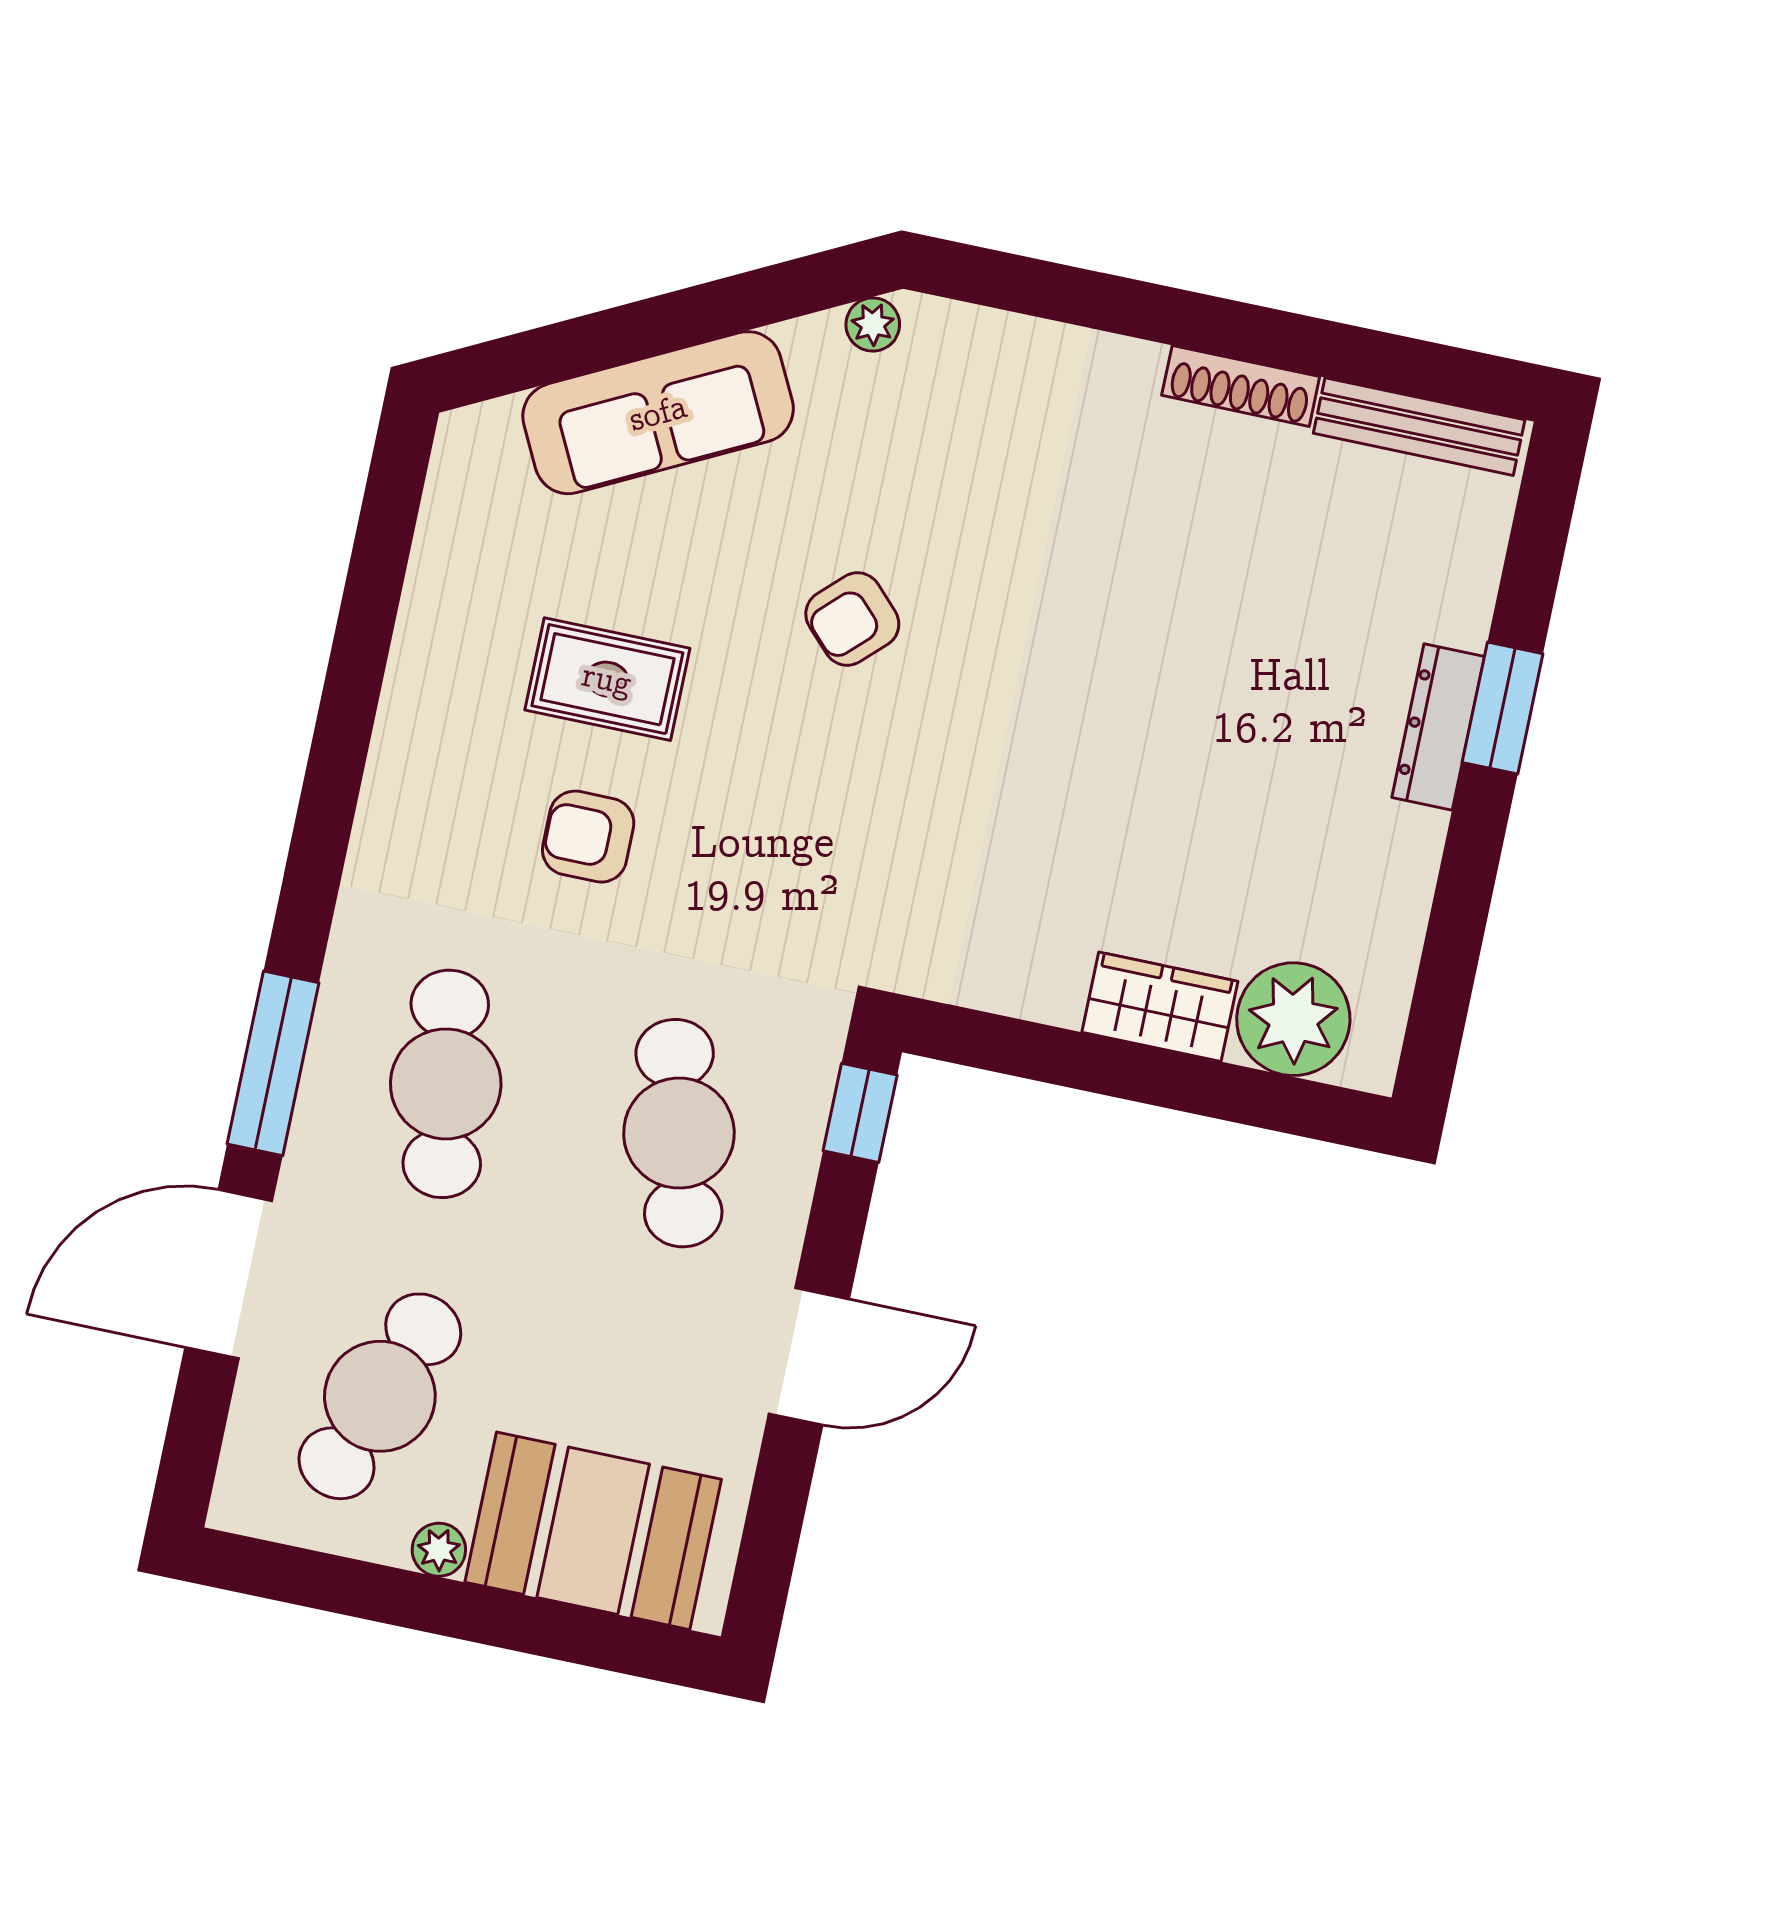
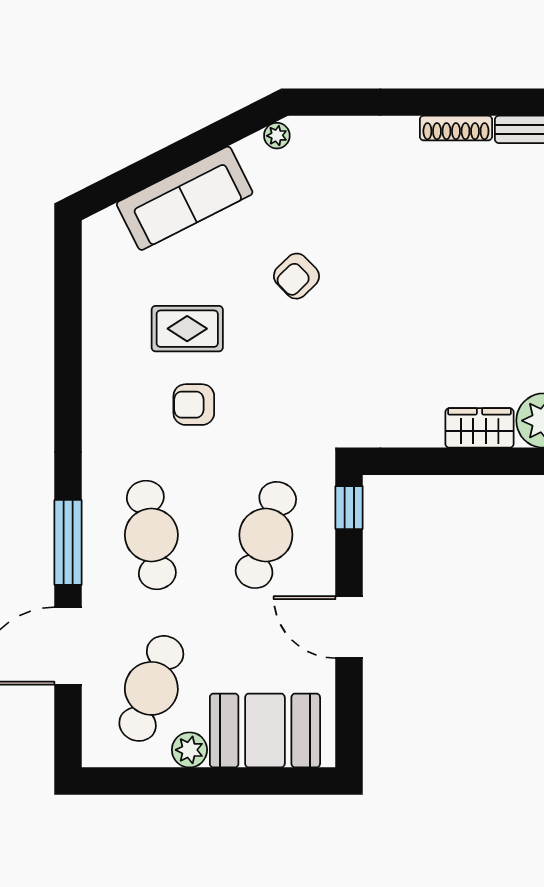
cafe table: (679, 1133) -> (266, 535), turned 33
door: (809, 1356) -> (349, 627), swing flipped
plant: (439, 1550) -> (189, 750), width x1.38, depth x1.38

